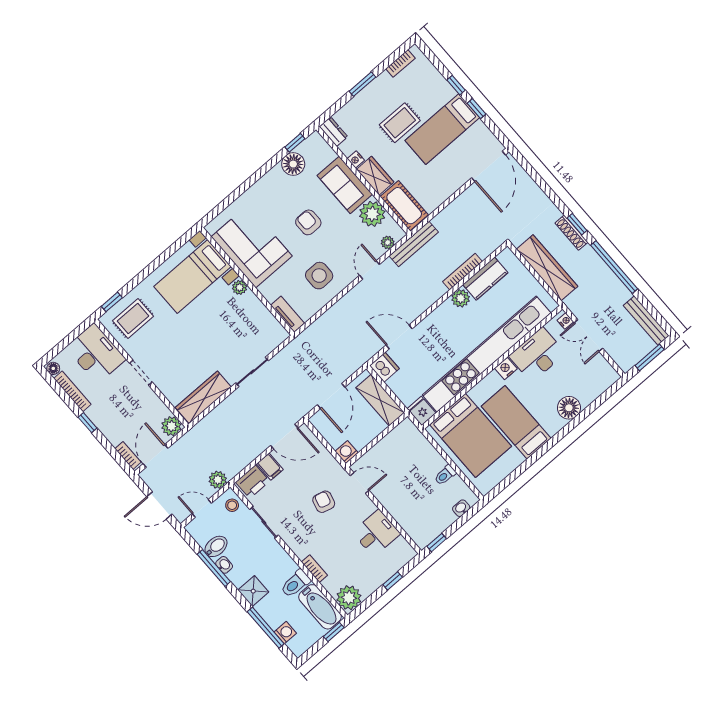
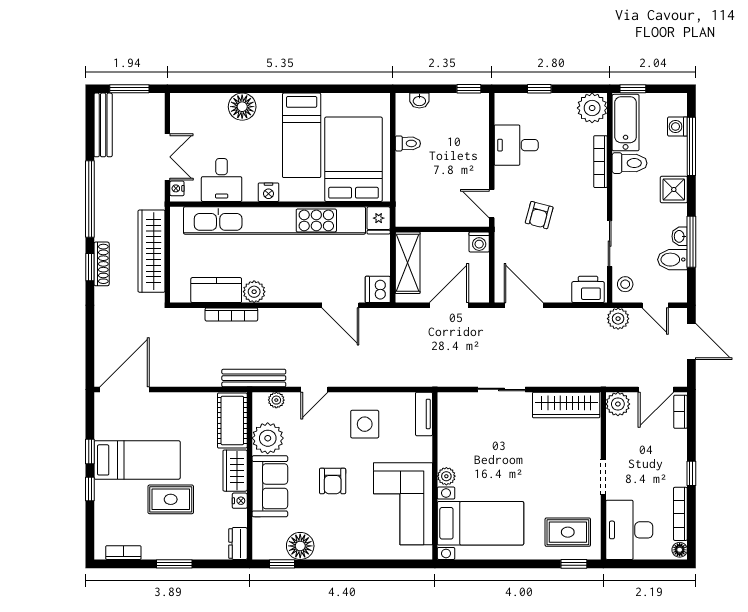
desk: (537, 355) -> (222, 180), width x0.73
filing cabinet: (270, 467) -> (560, 289), removed
bookcase: (314, 569) -> (600, 162), width x1.56

